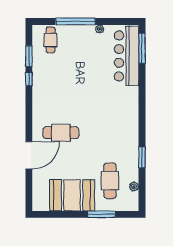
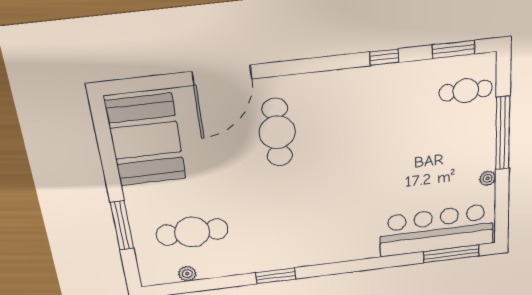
window: (29, 56) -> (454, 49), moved
door: (29, 155) -> (222, 75), hinge flipped
window: (142, 157) -> (276, 276), moved
booth: (72, 195) -> (146, 140), moved

